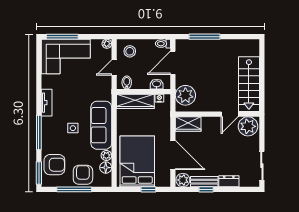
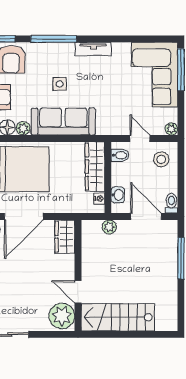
plant: (185, 95) -> (109, 227), width x0.53, depth x0.53

